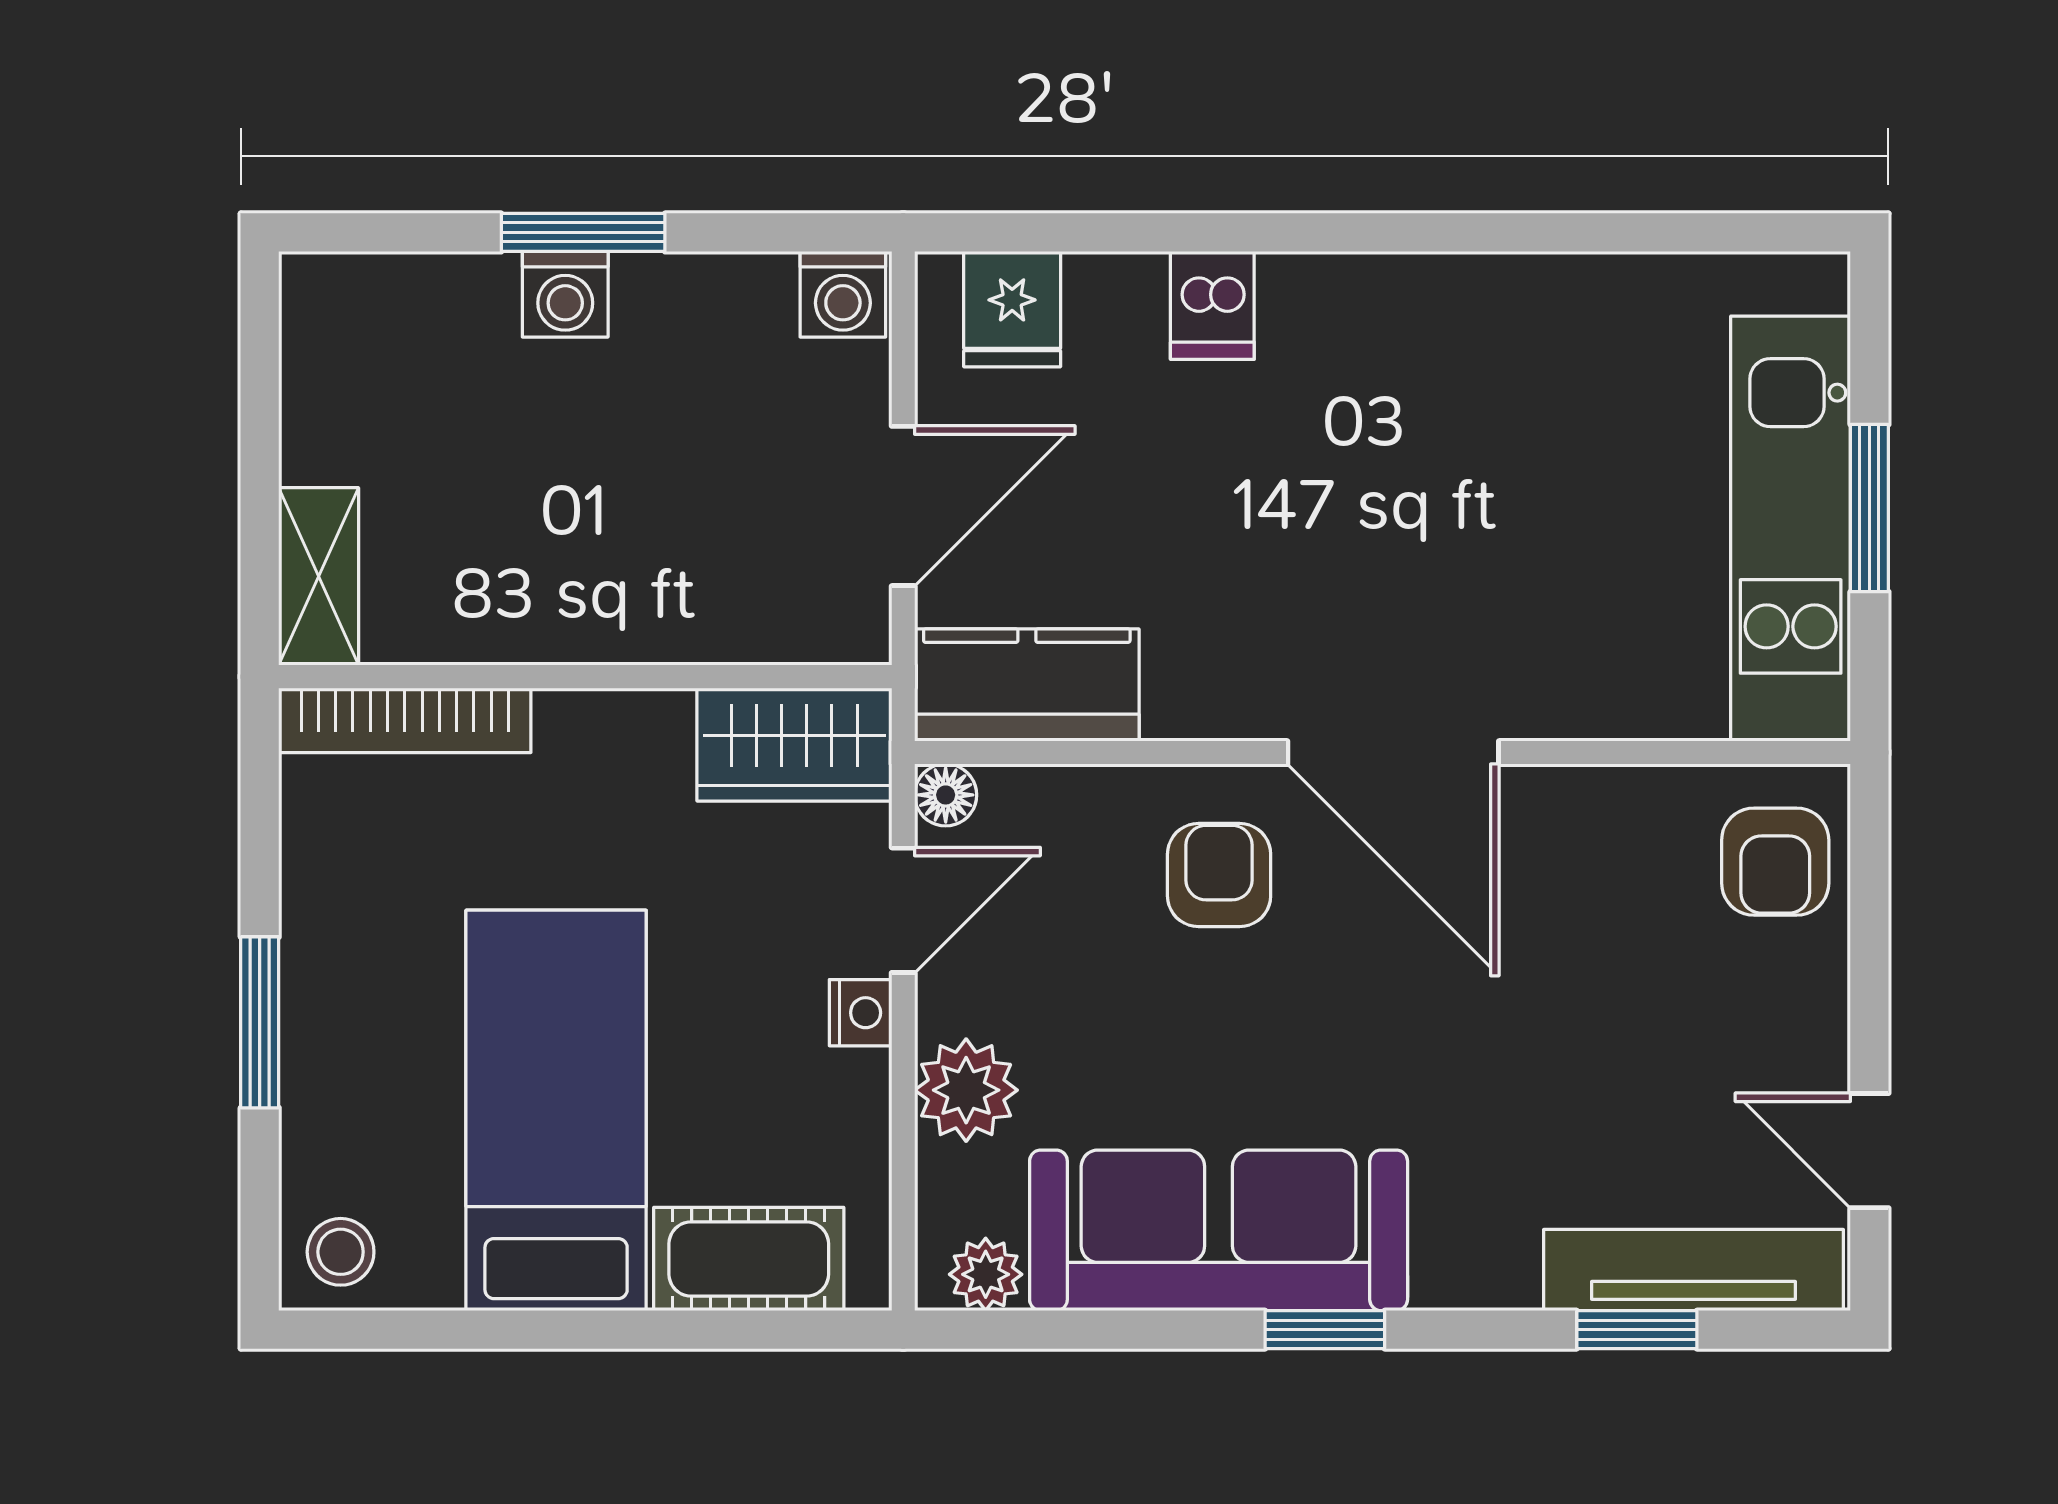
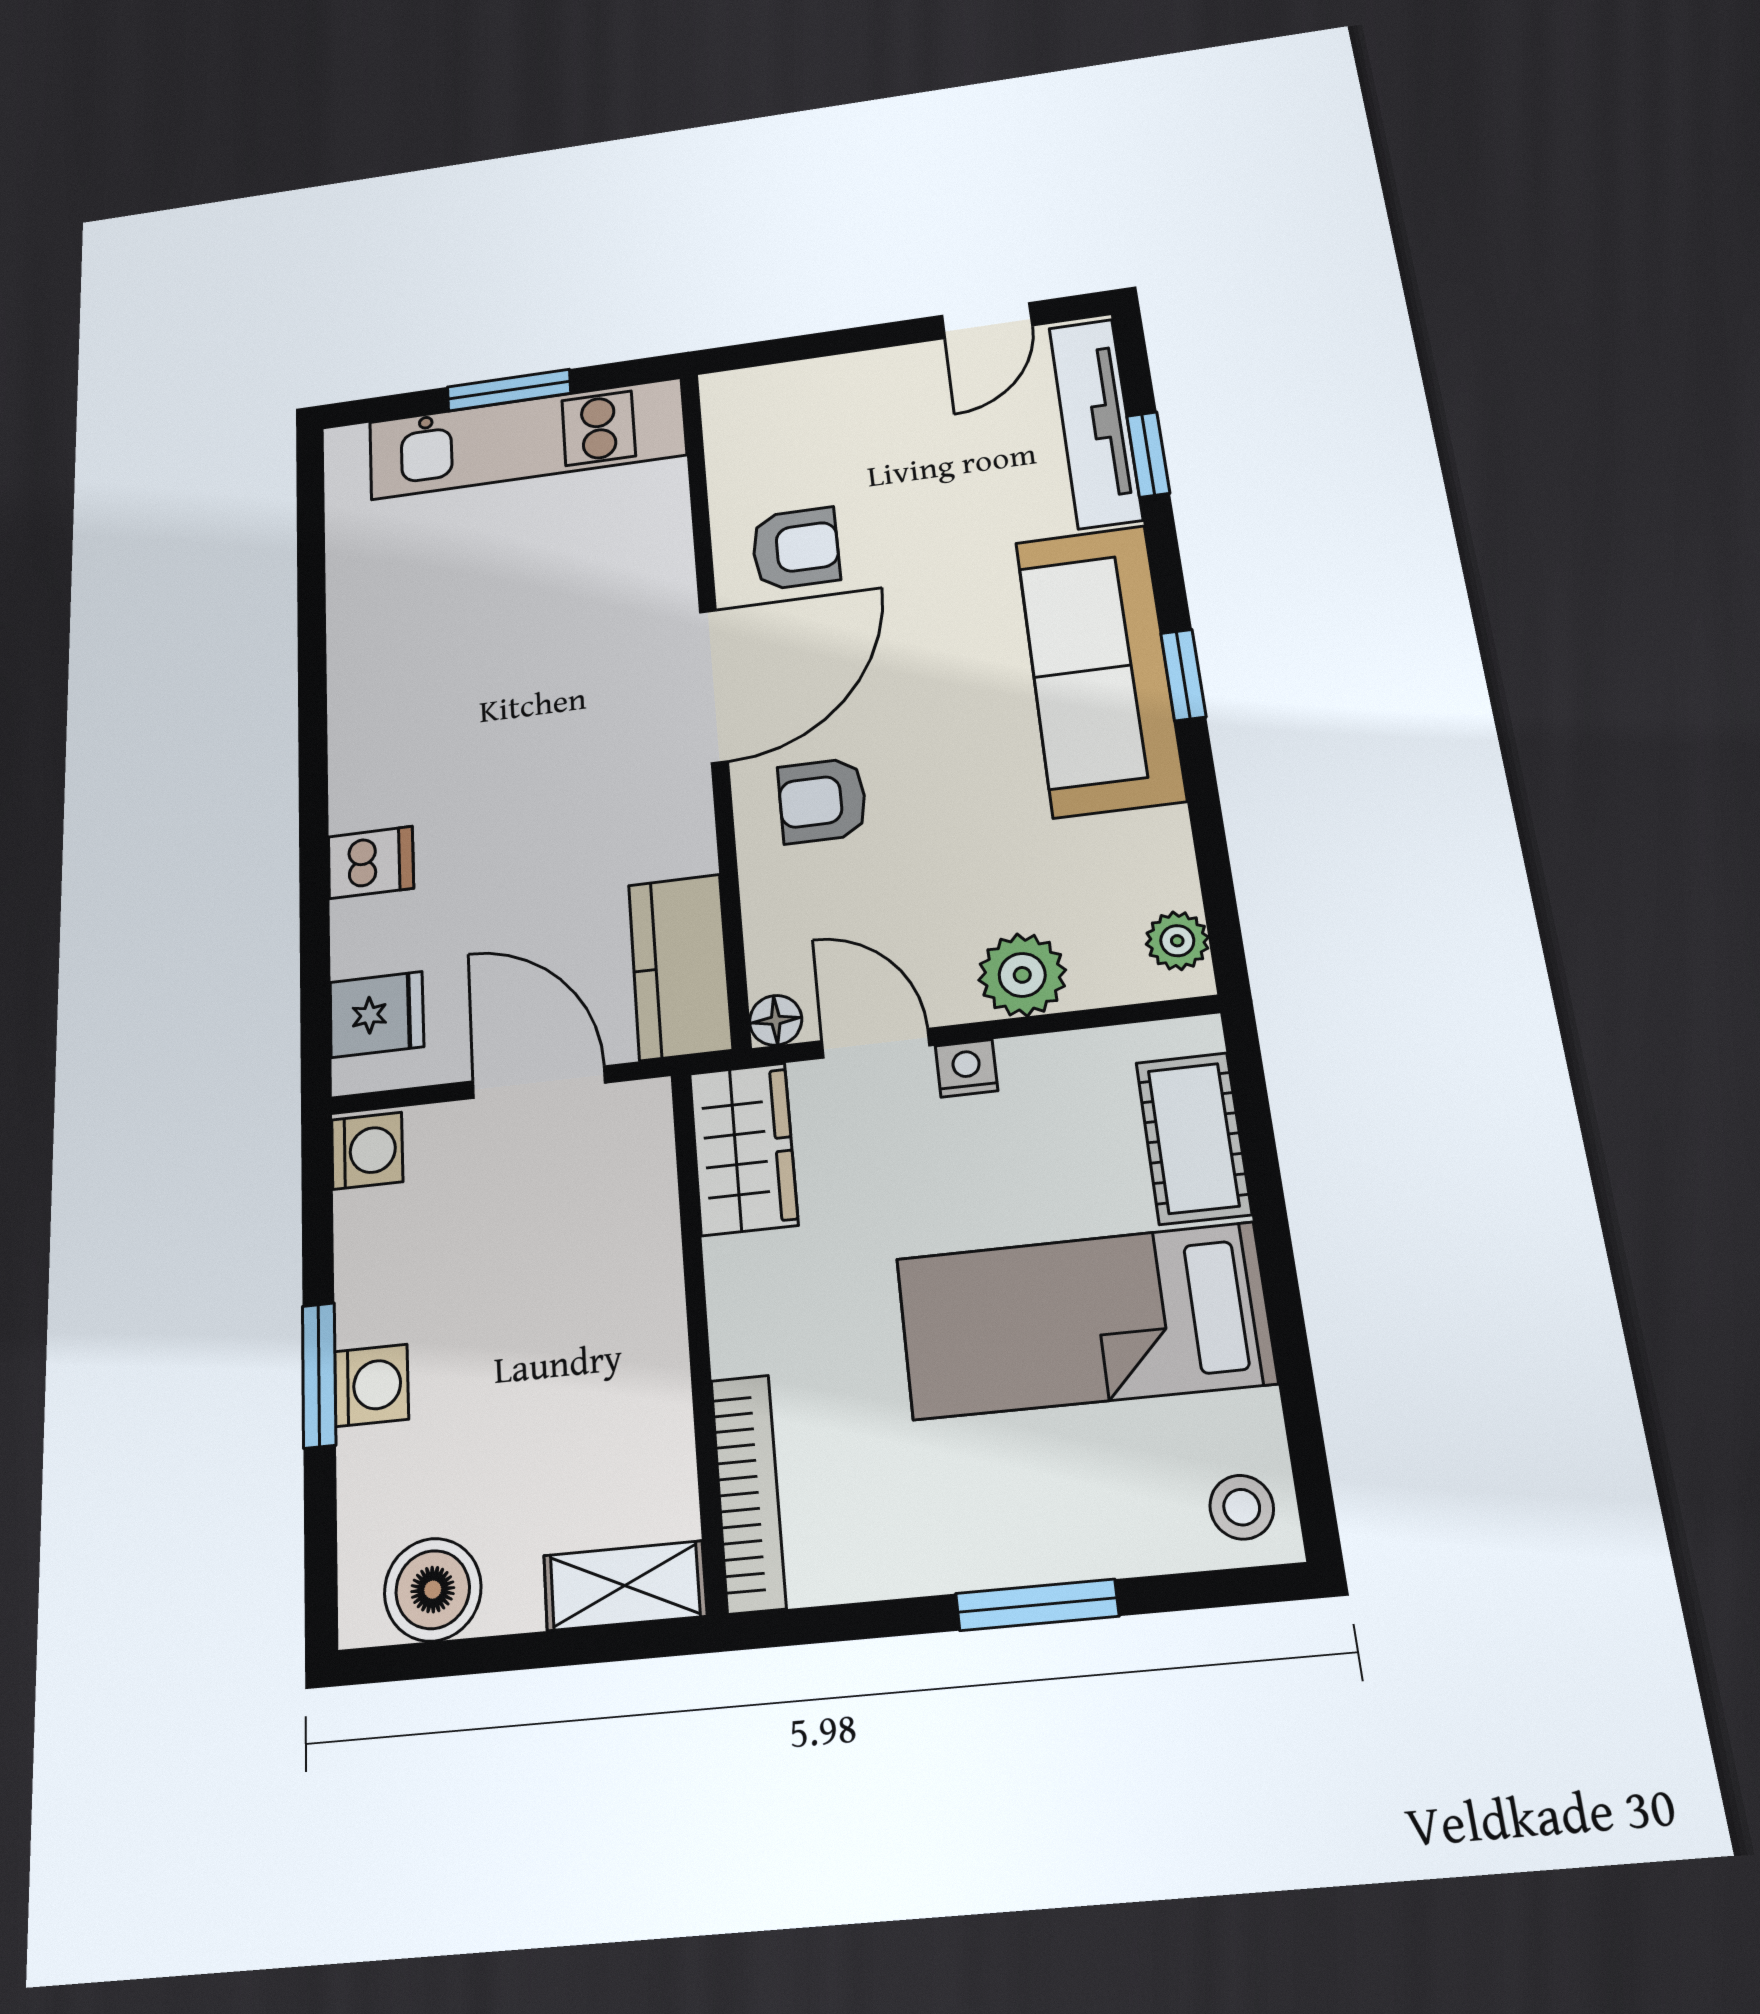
boiler: (334, 360) -> (433, 1590), added
armchair: (1775, 862) -> (796, 549), moved
sofa: (1219, 1230) -> (1100, 669), moved

